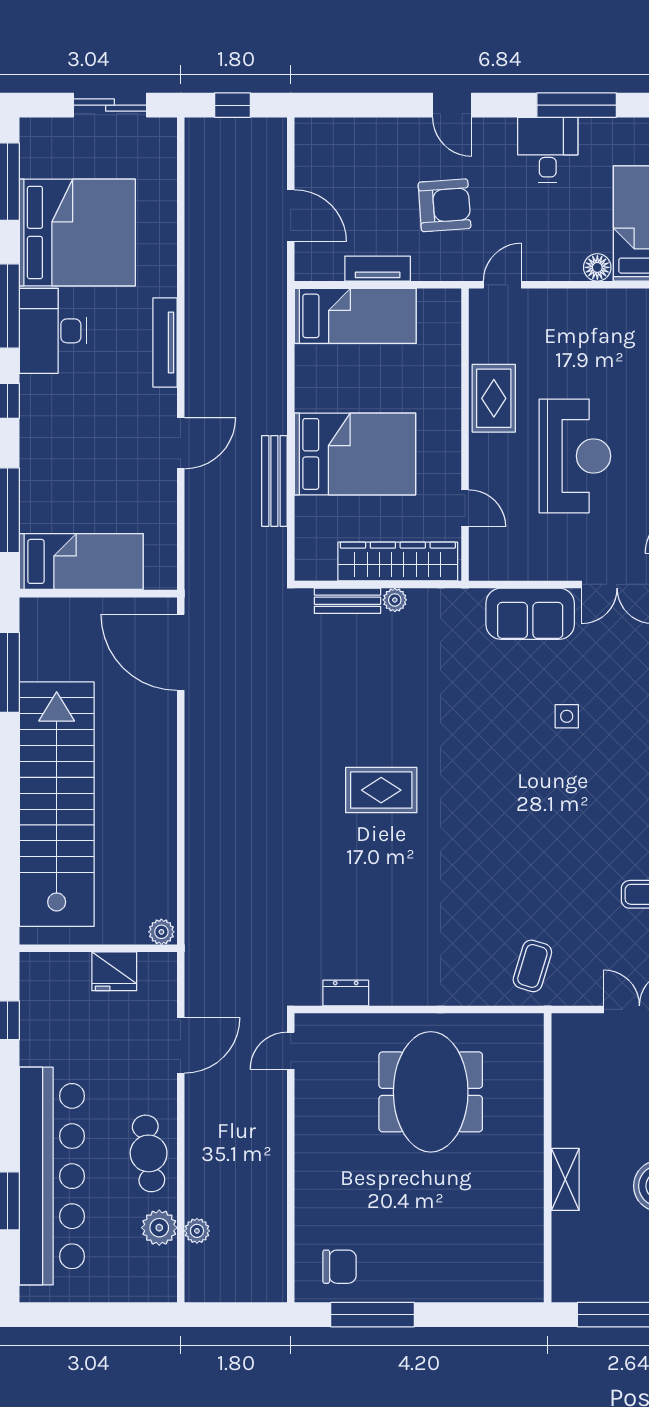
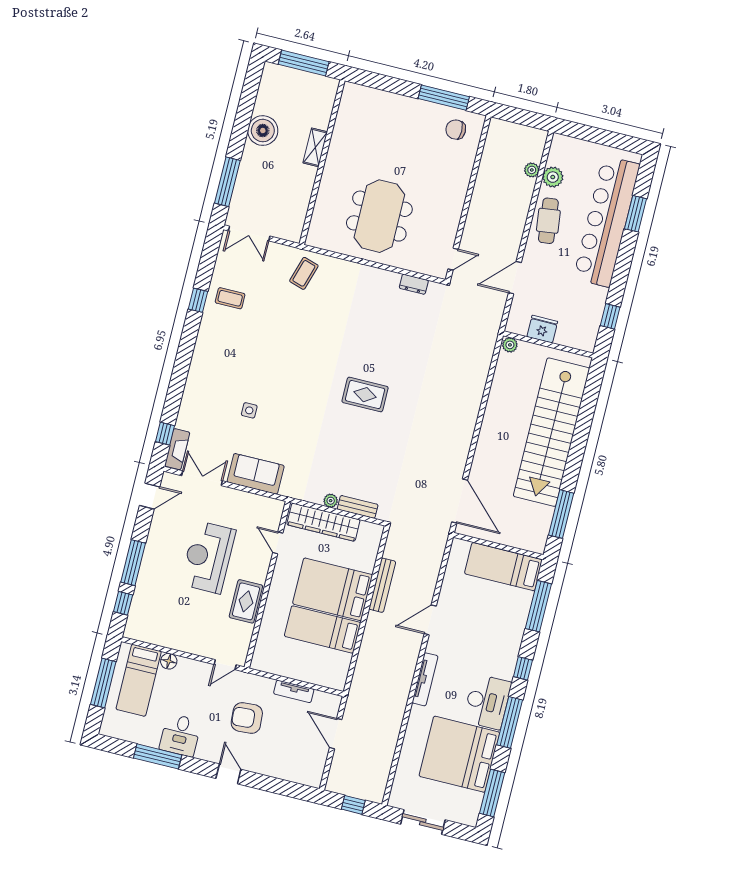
bed: (355, 316) -> (323, 629), moved

